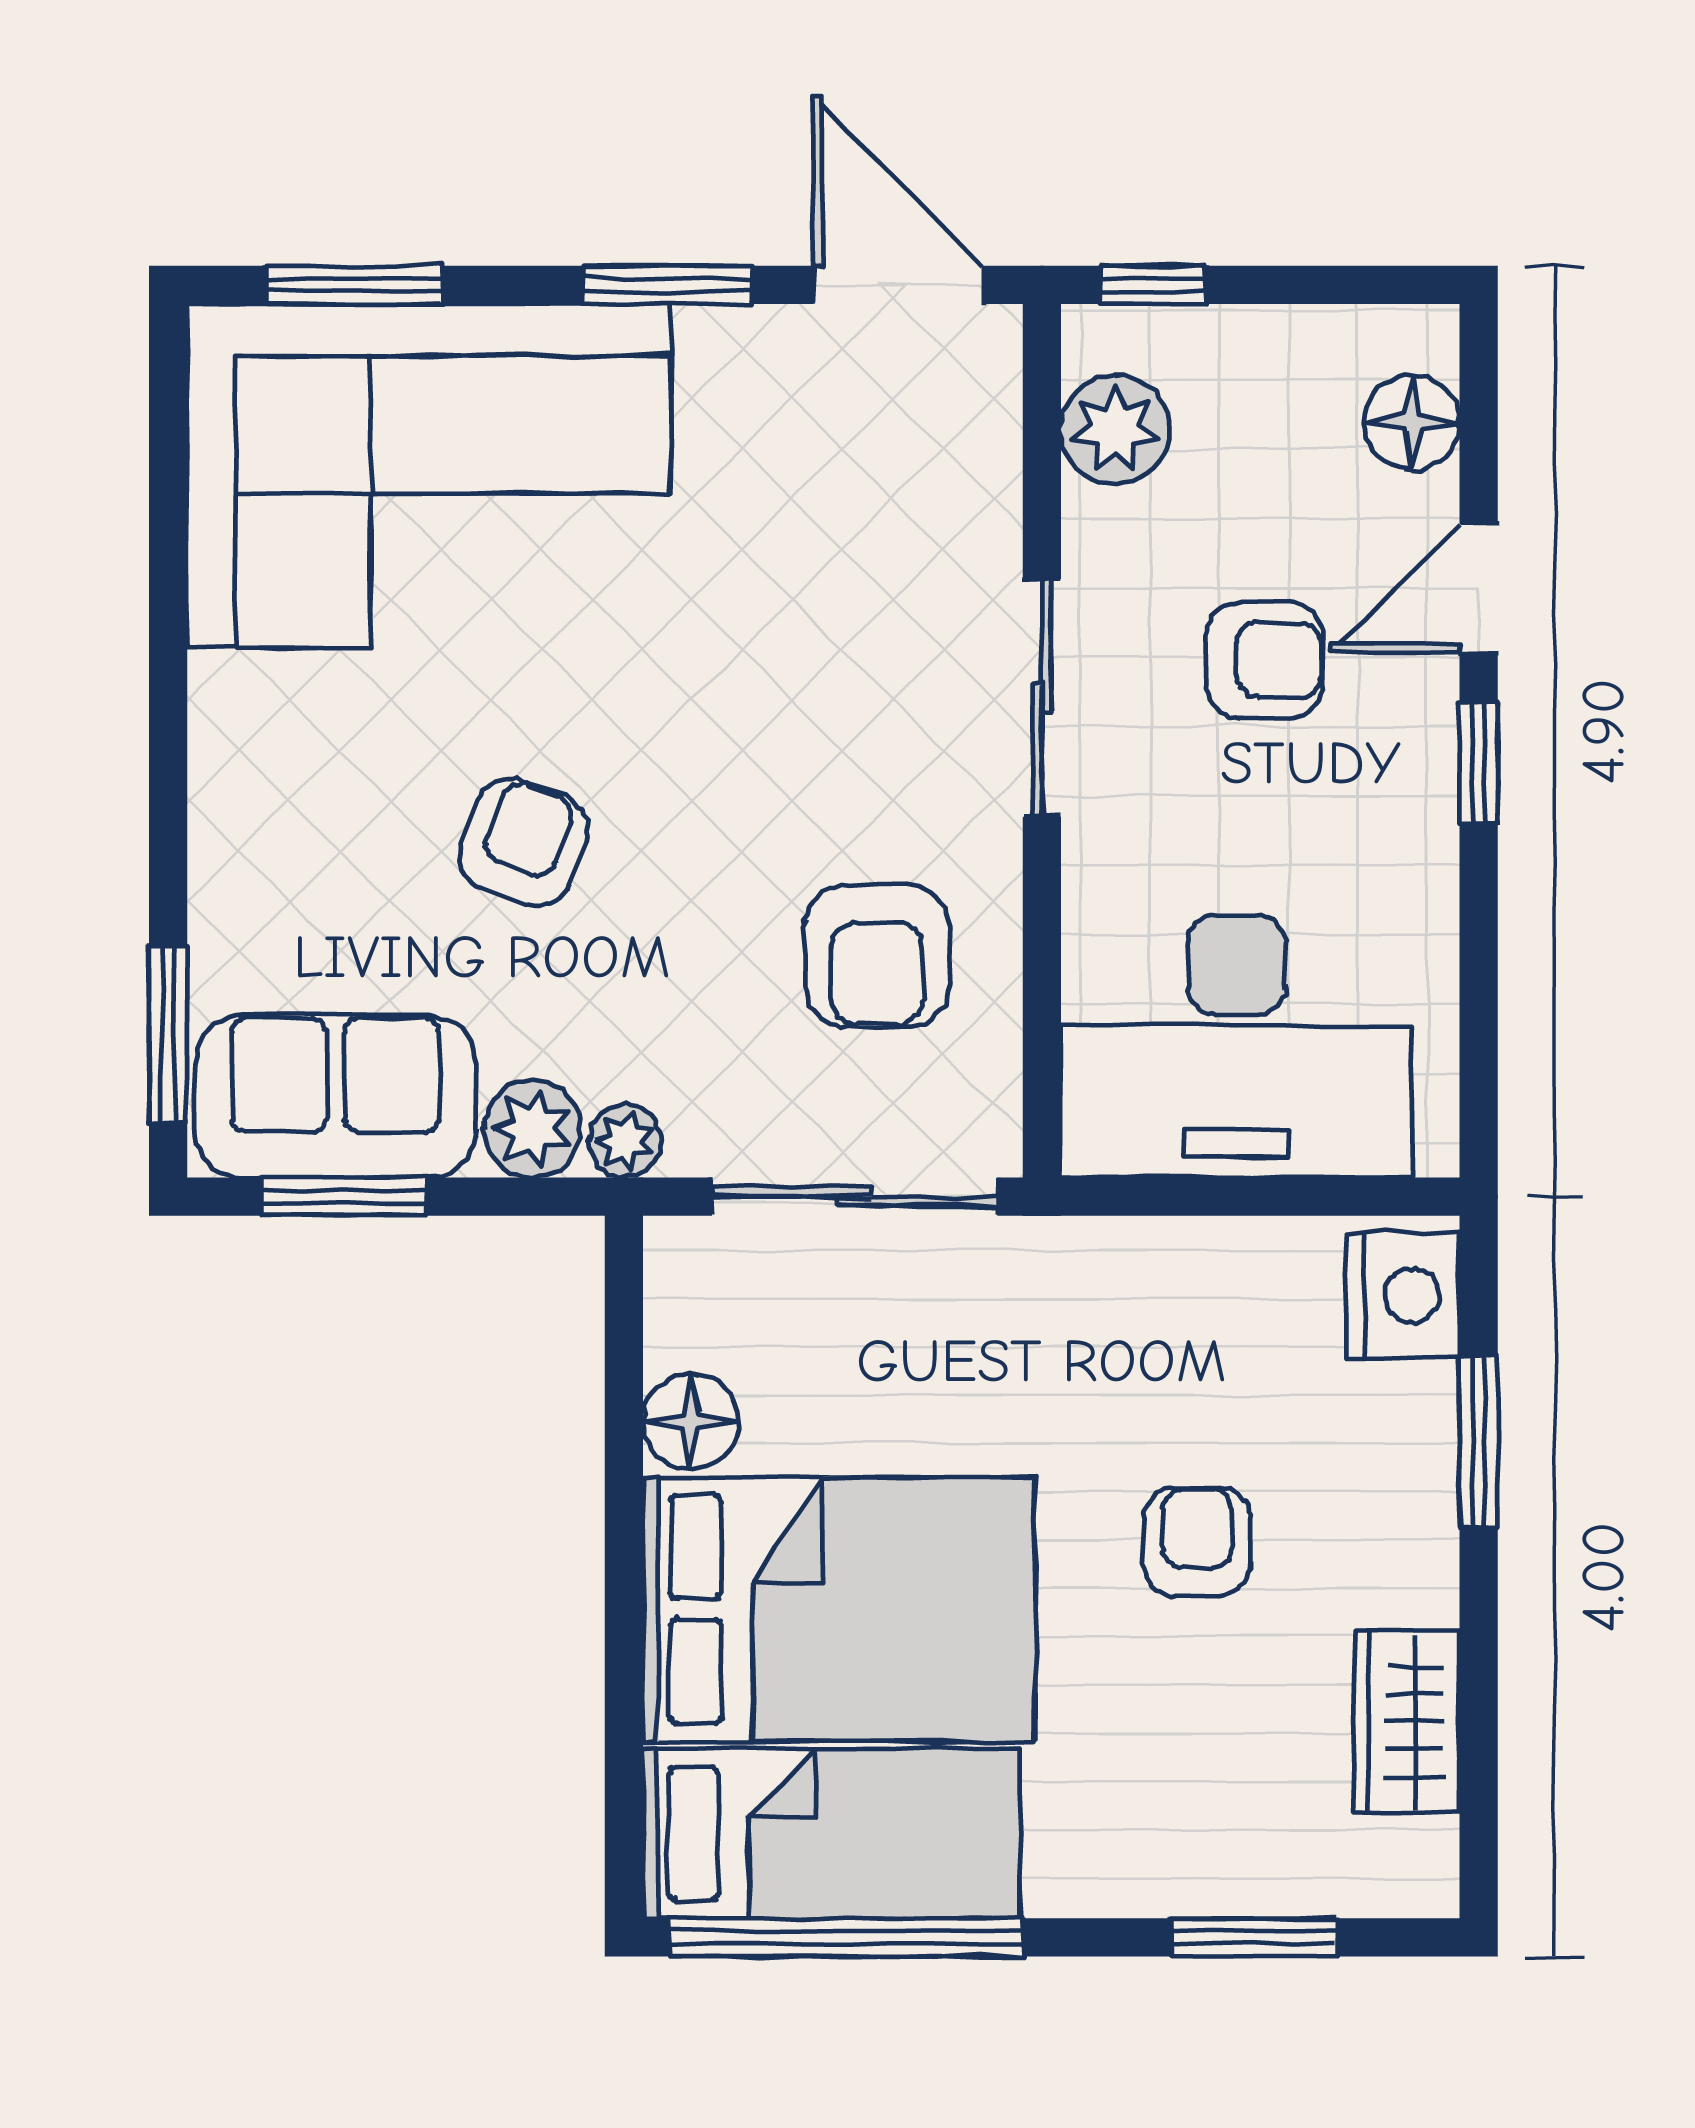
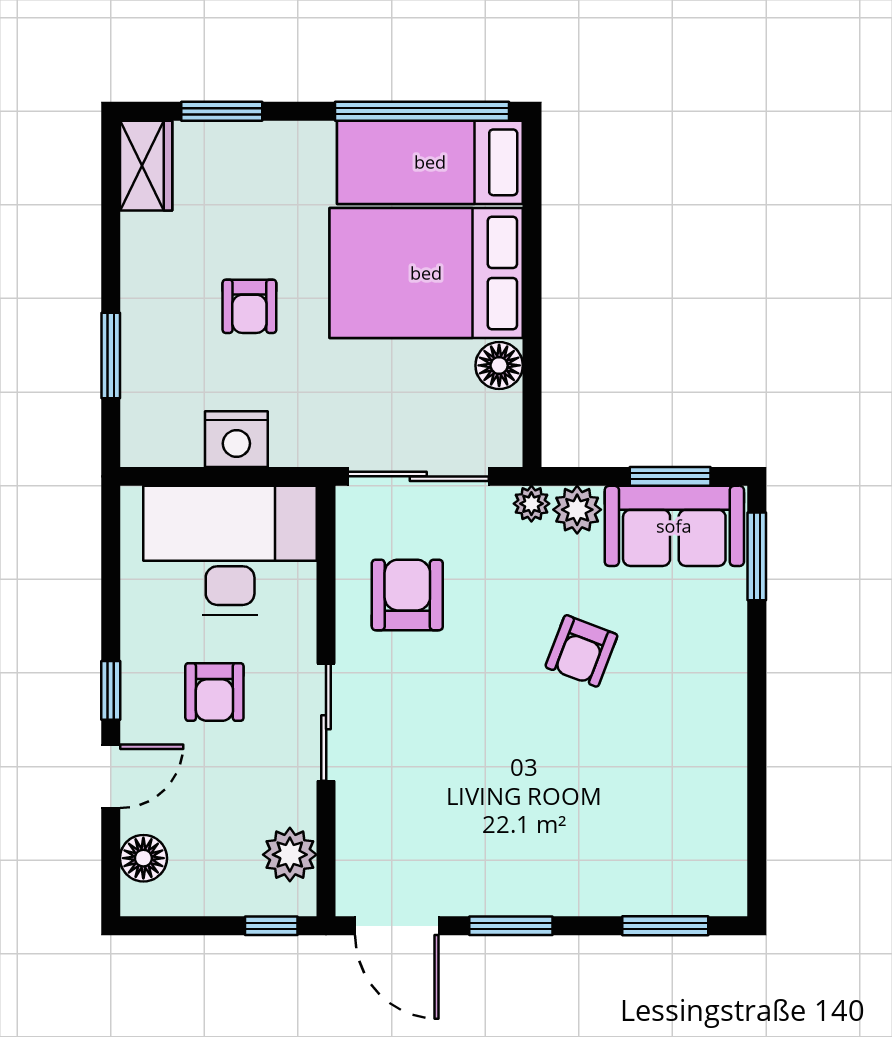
corner sofa: (429, 476) -> (628, 832), removed
armchair: (1265, 660) -> (214, 692), moved, turned -90
nightstand: (1403, 1295) -> (236, 439), moved, turned -90
wardrobe: (1407, 1722) -> (146, 166), moved

